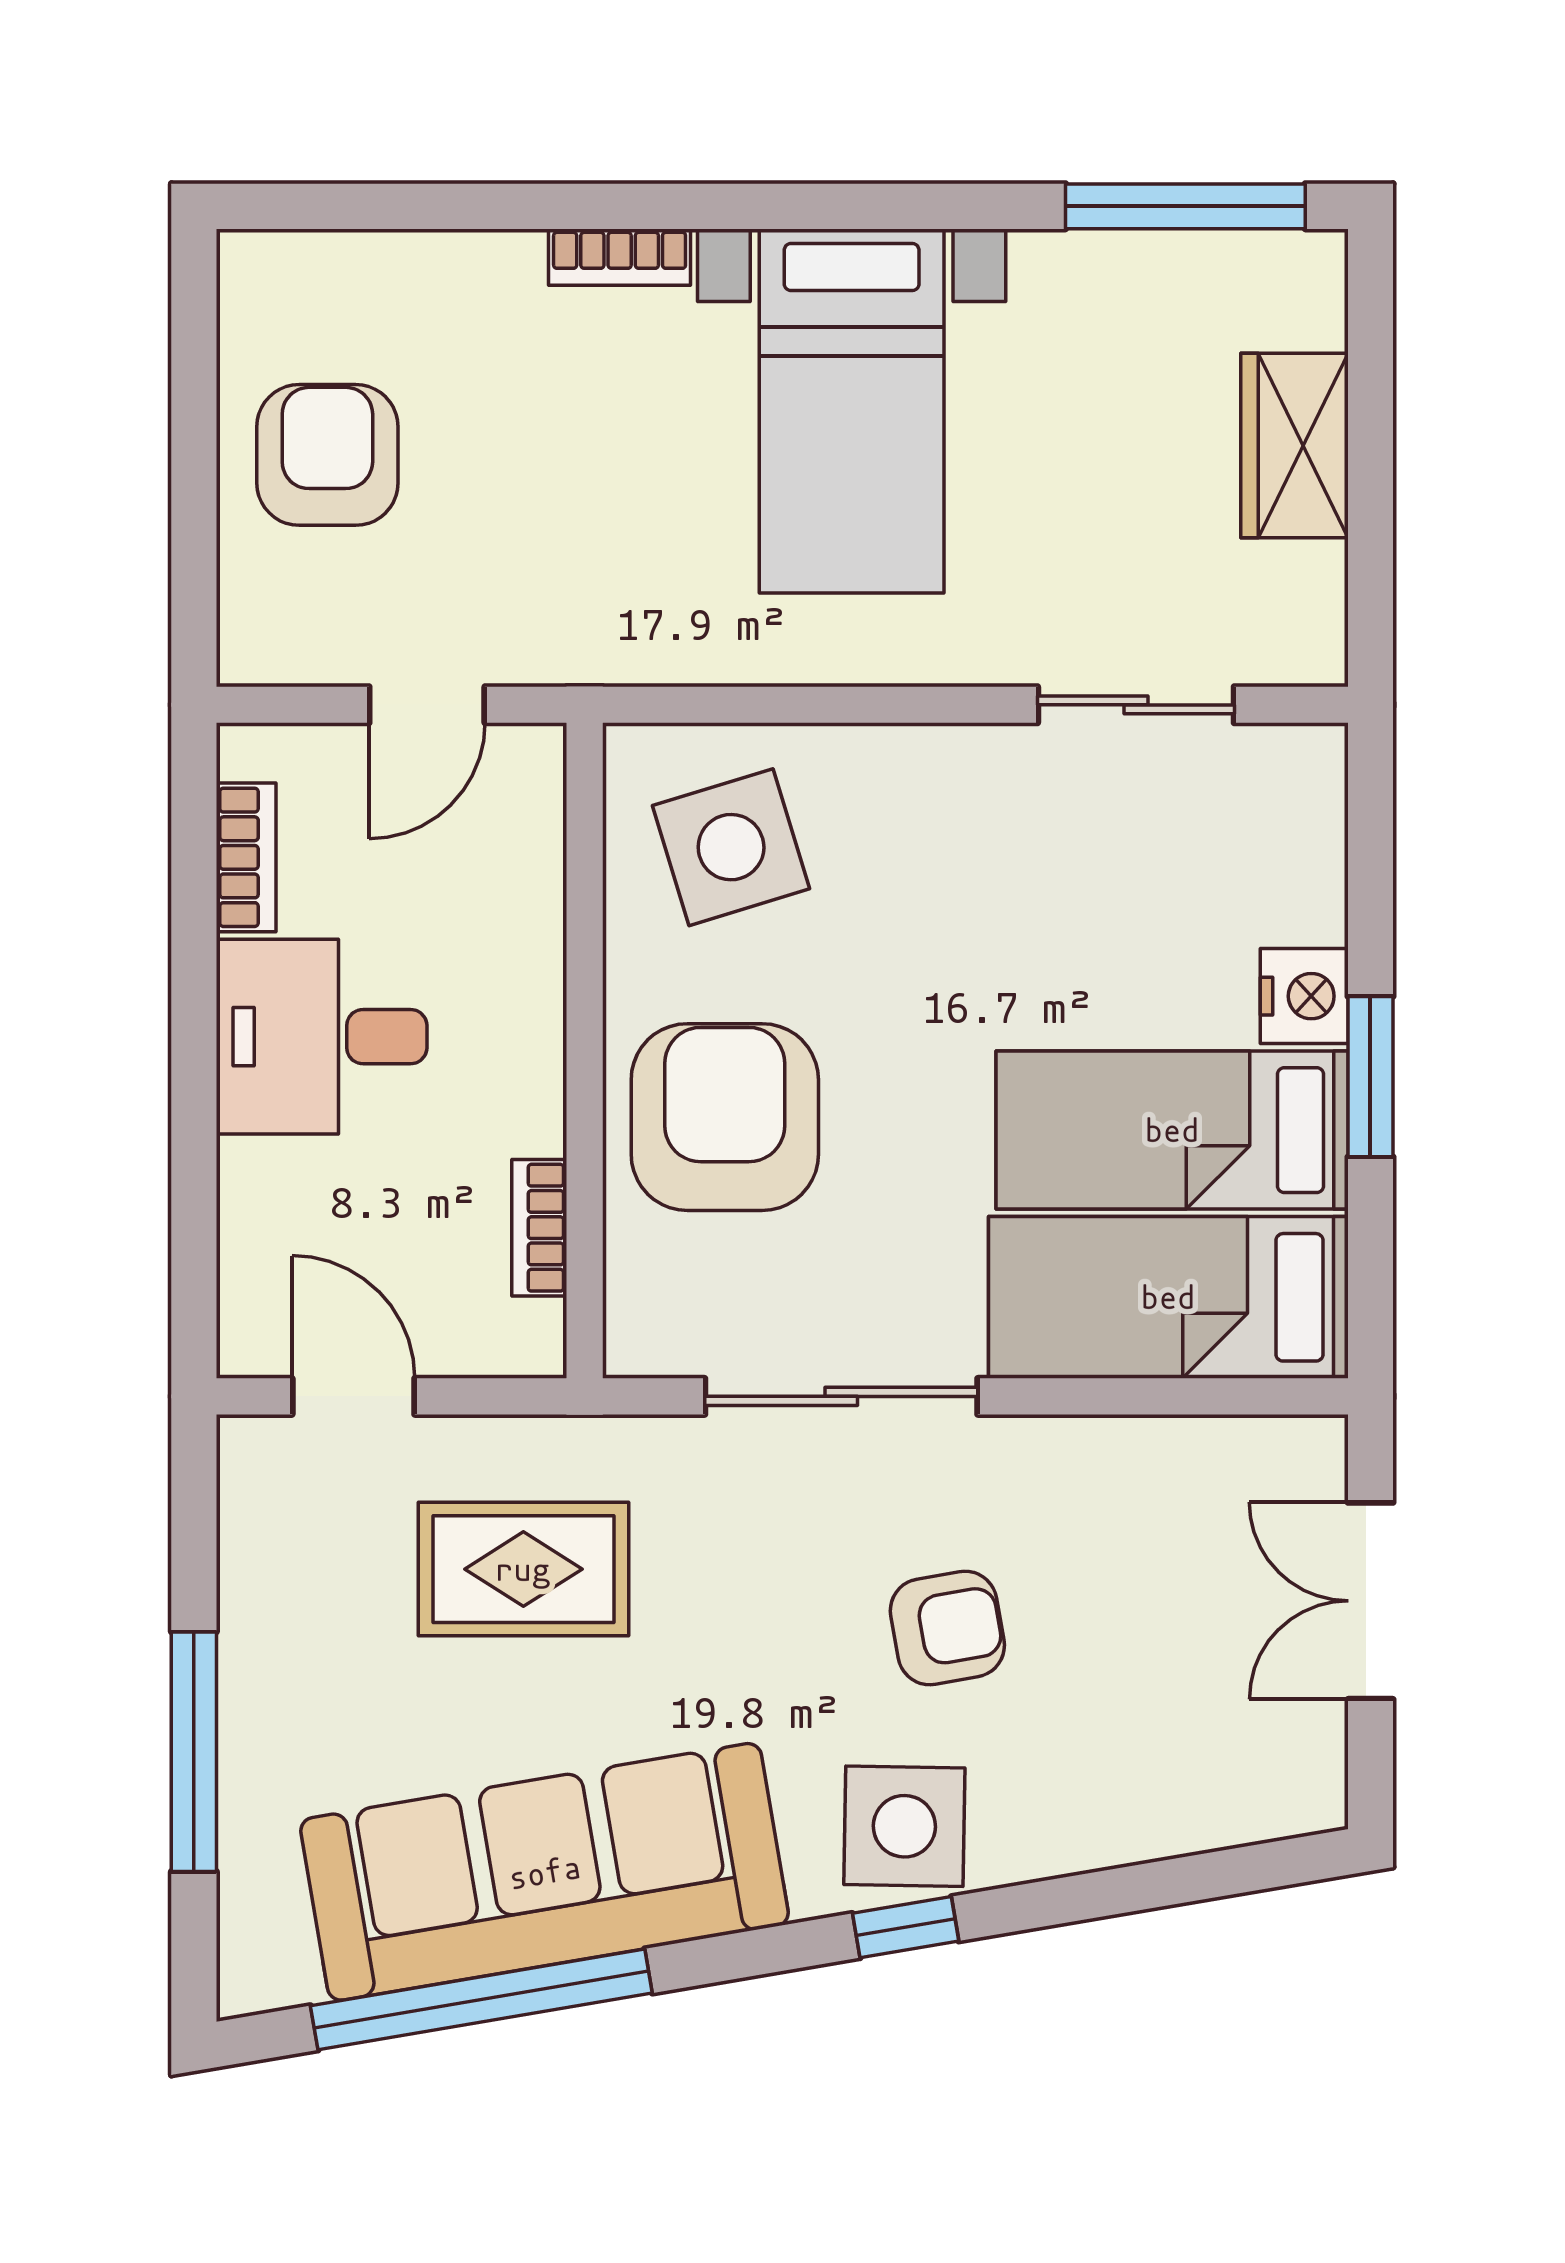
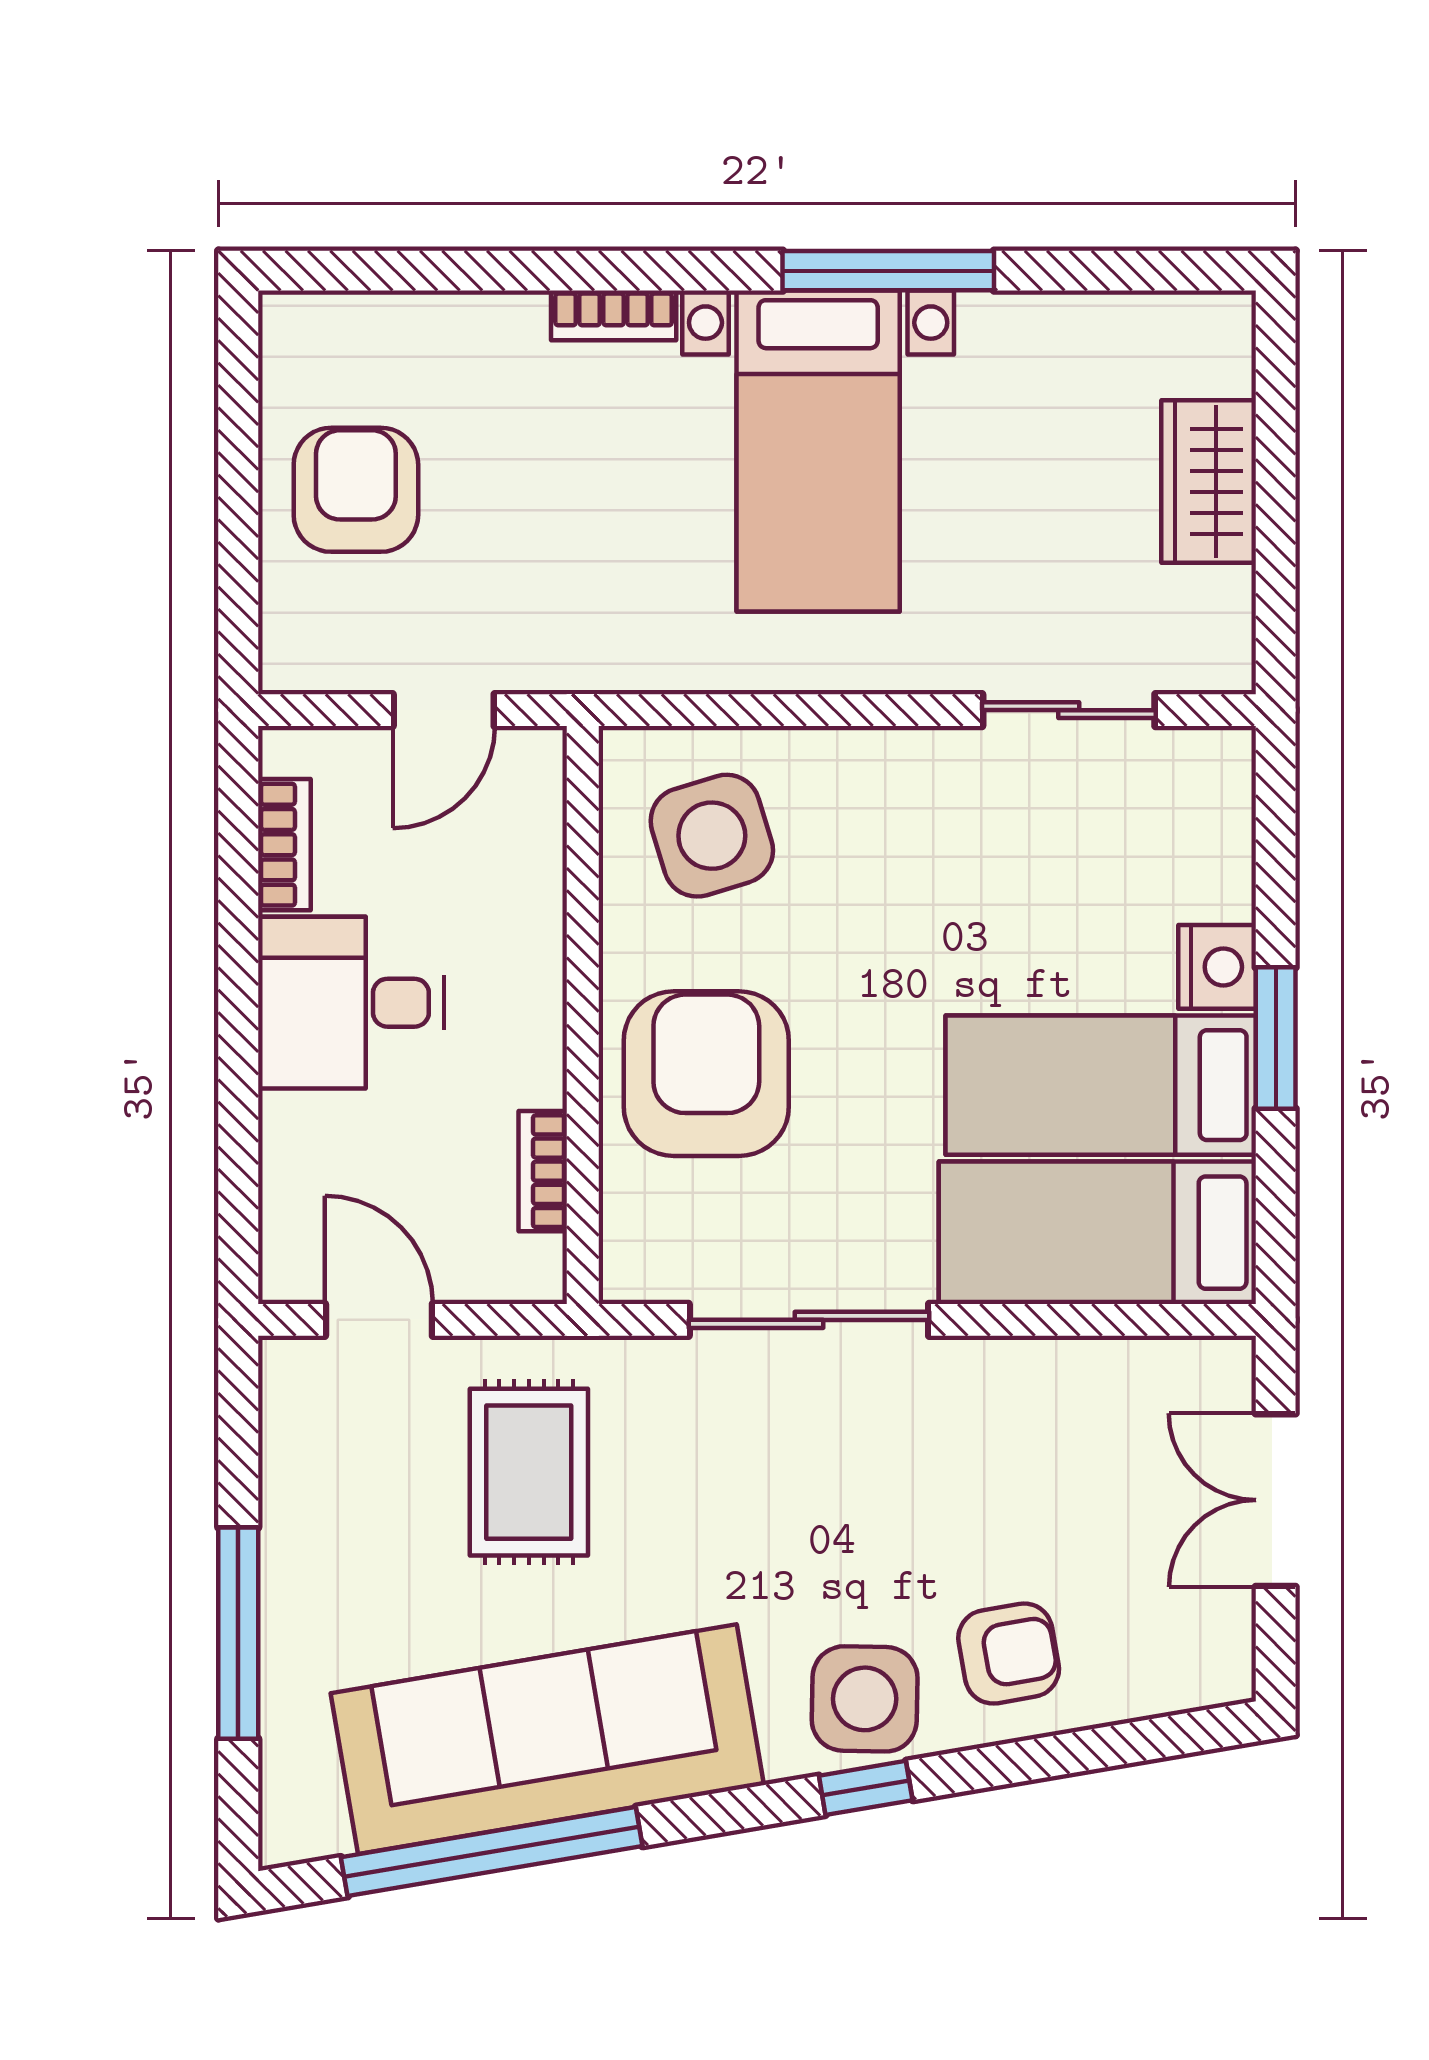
window: (1185, 206) -> (888, 271), moved
rug: (523, 1569) -> (529, 1472), turned 90
armchair: (947, 1628) -> (1009, 1654), moved

